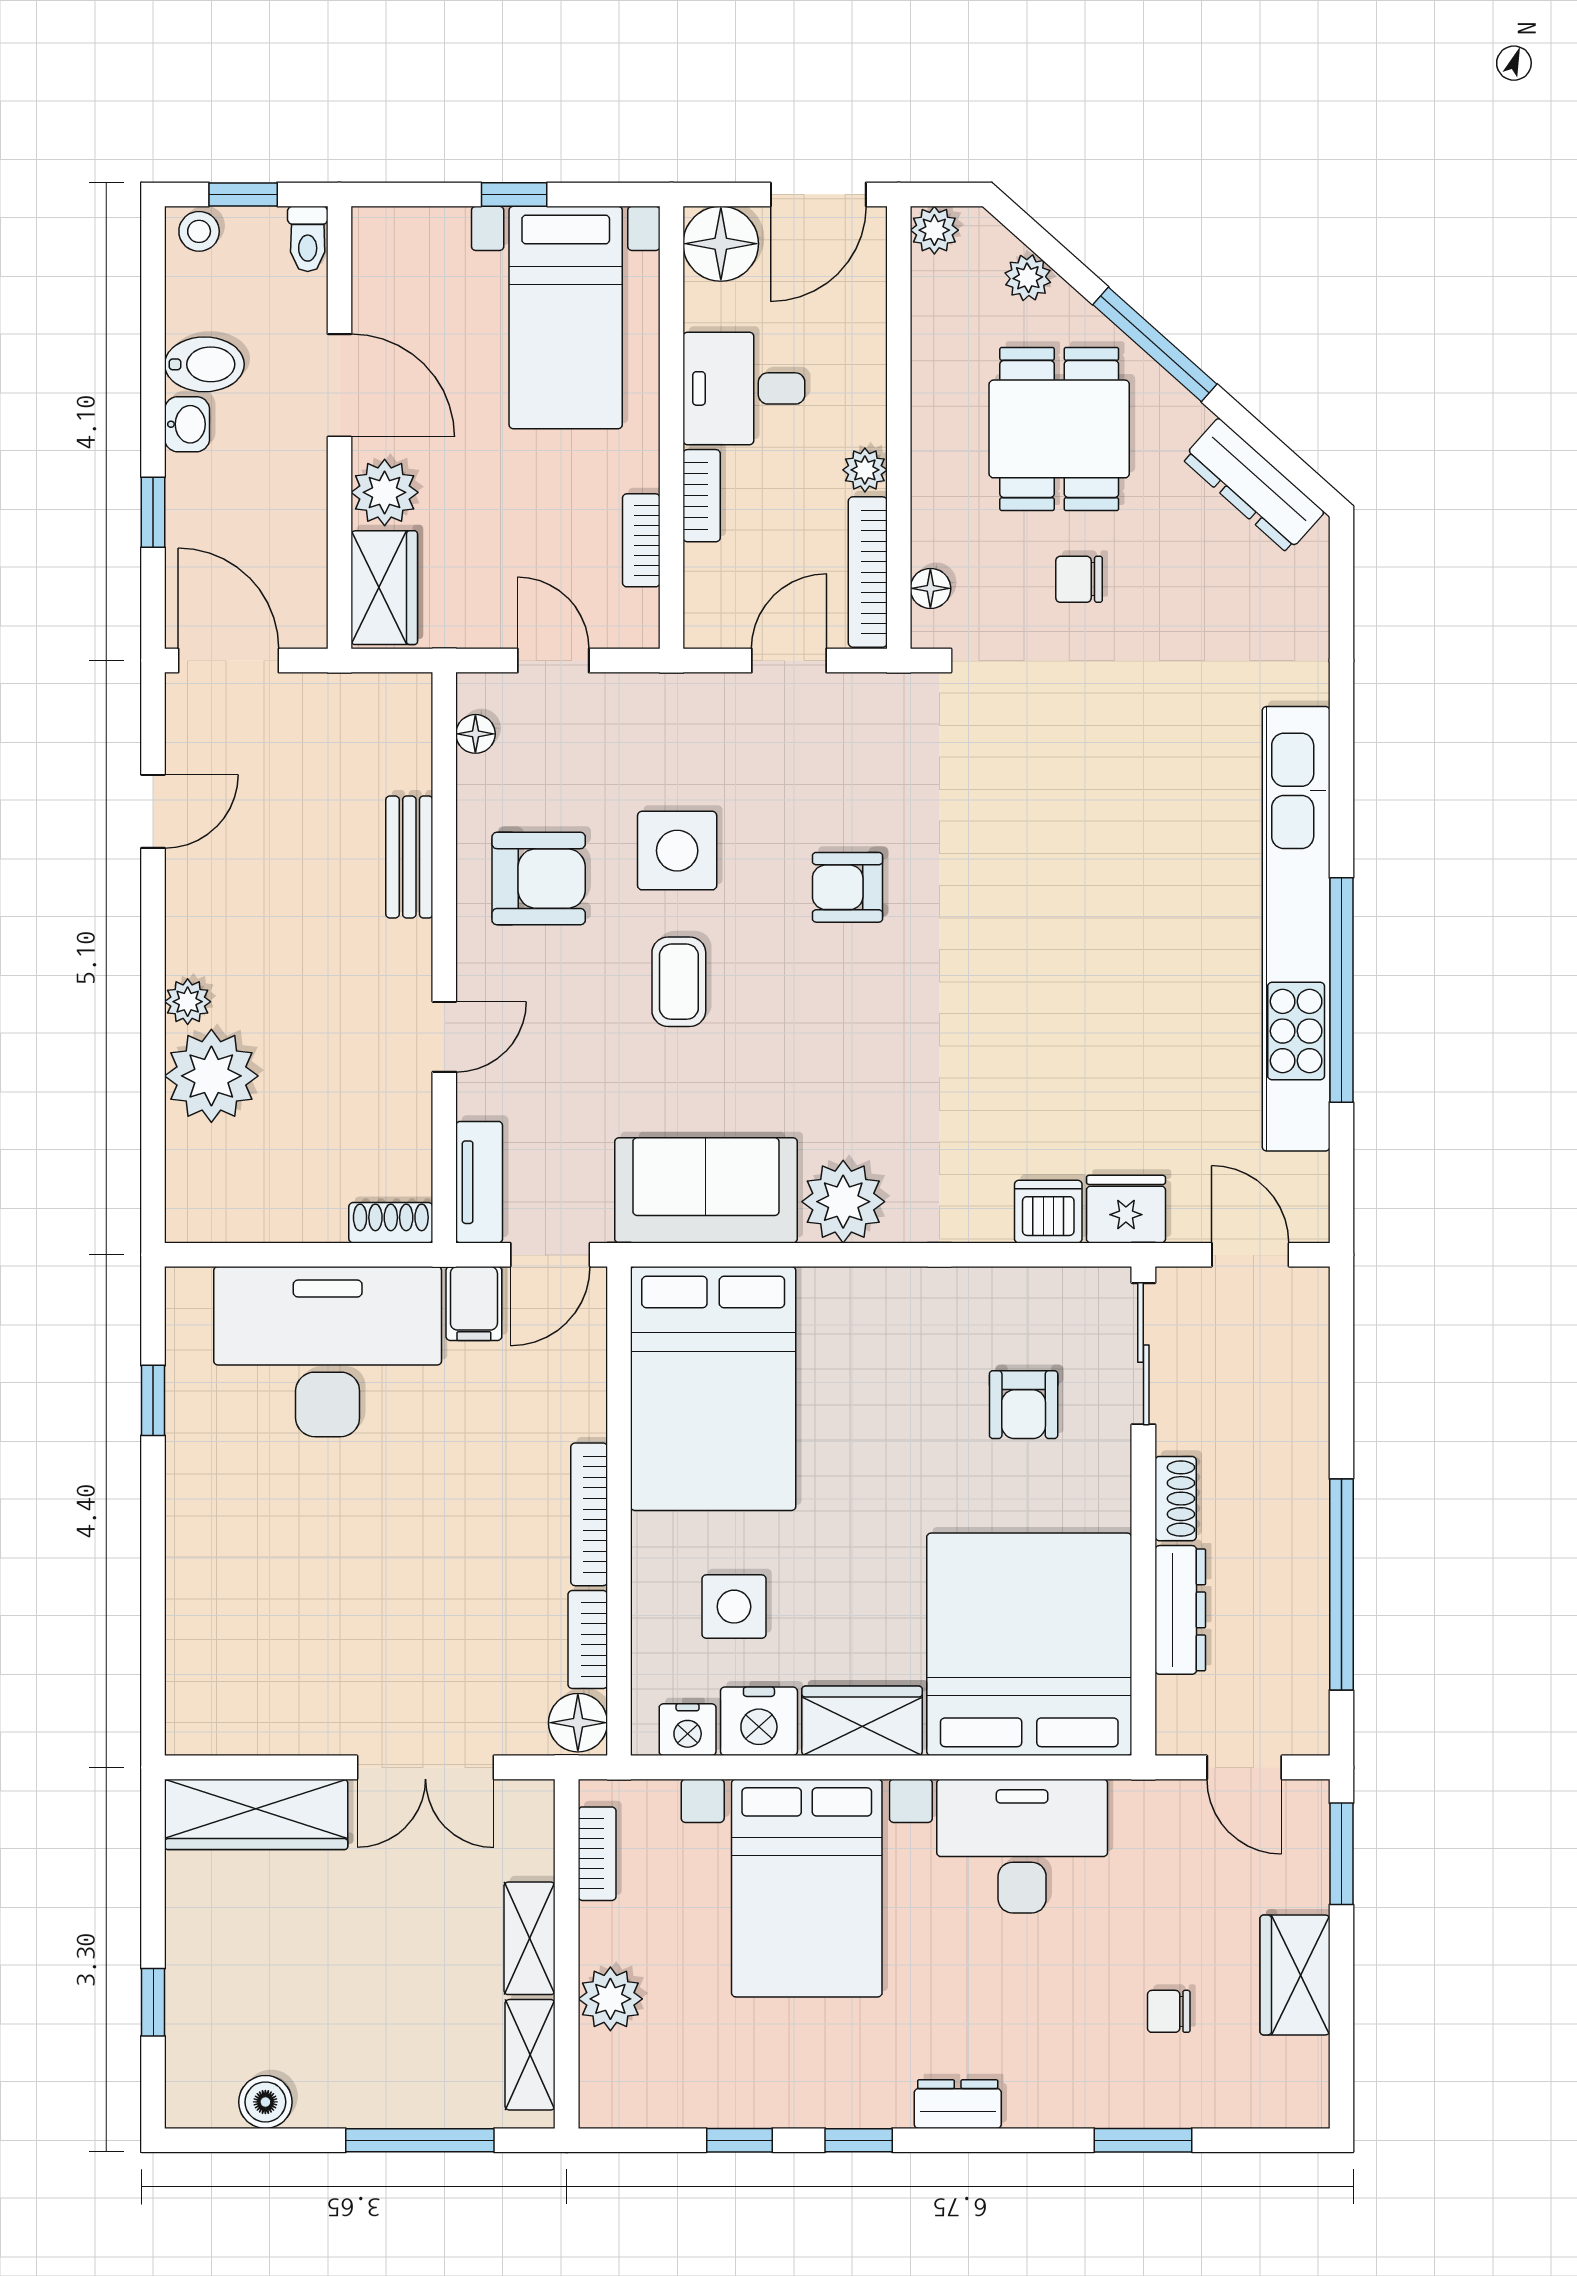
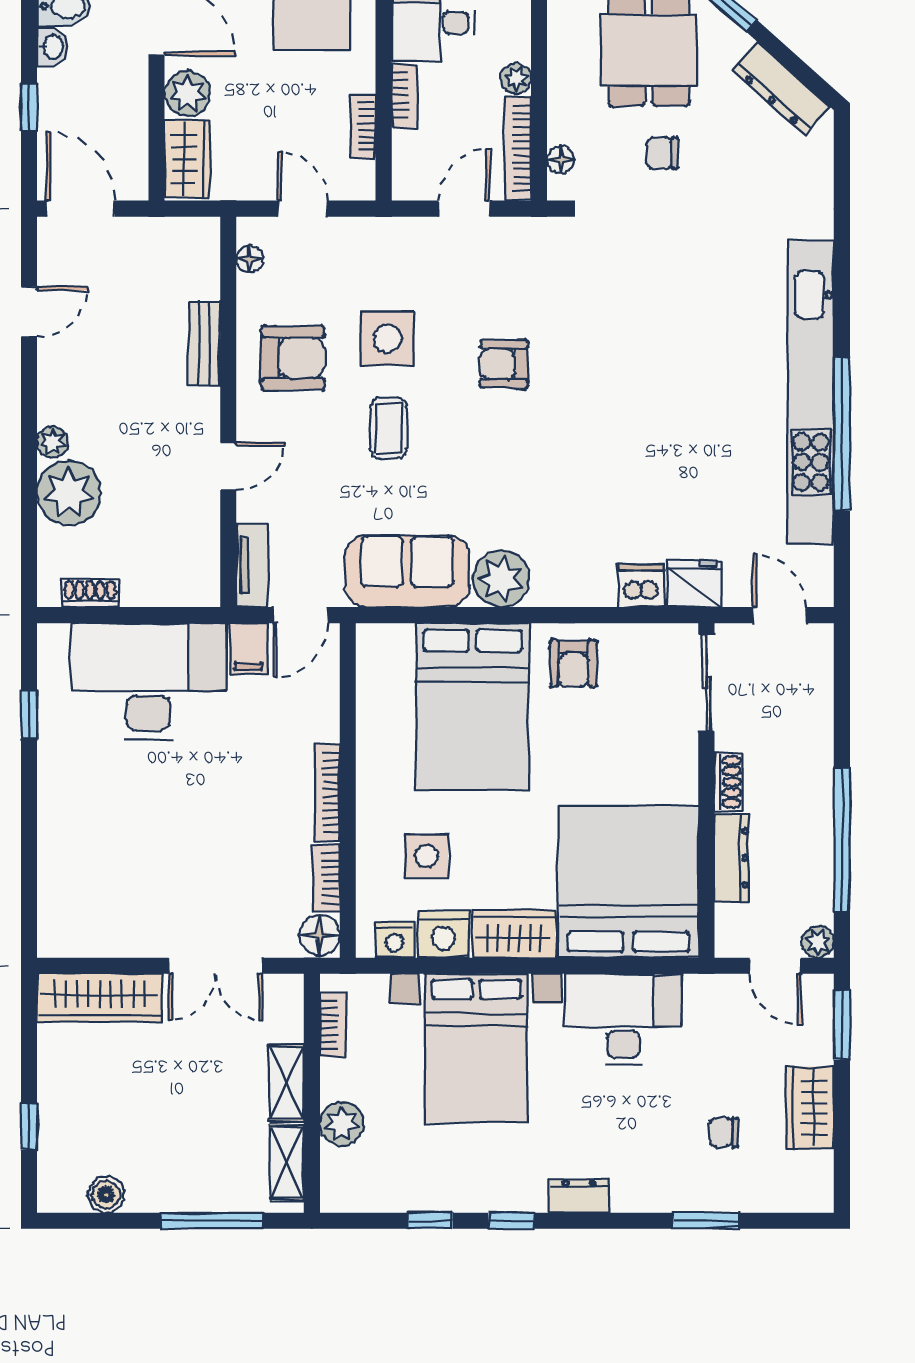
shoe rack: (391, 1223) -> (90, 593), moved
bed: (713, 1389) -> (473, 707), moved
armchair: (1024, 1405) -> (573, 663), moved
plant: (1306, 1732) -> (818, 942), added

